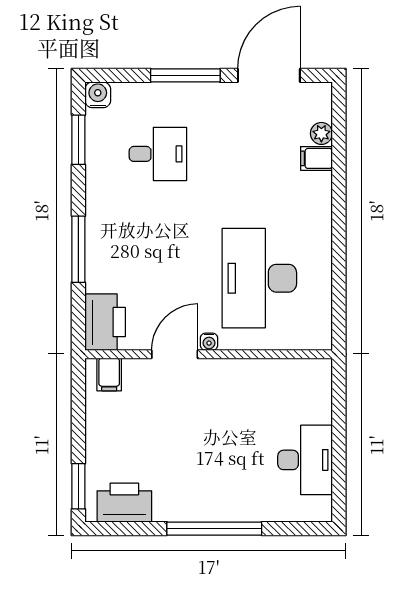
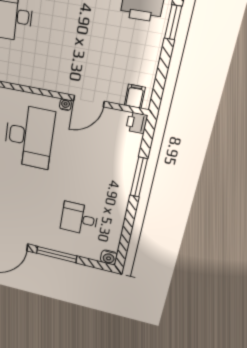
window: (78, 140) -> (125, 237), removed
printer: (105, 322) -> (137, 123), width x0.53, depth x0.68

